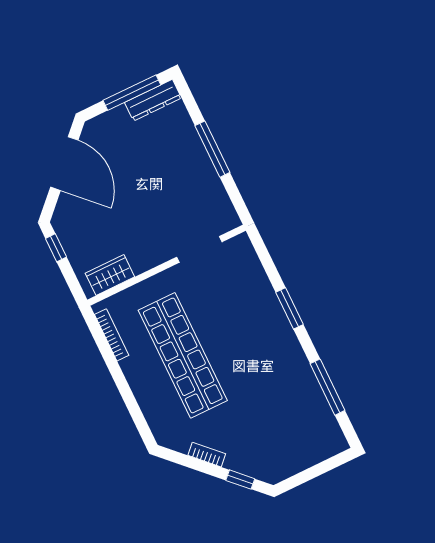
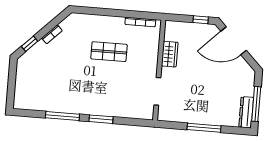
door: (64, 164) -> (234, 41), moved
wardrobe: (110, 275) -> (170, 54), moved
shop shelf: (183, 355) -> (109, 52), width x0.50, depth x0.74
window: (327, 387) -> (62, 116), moved

